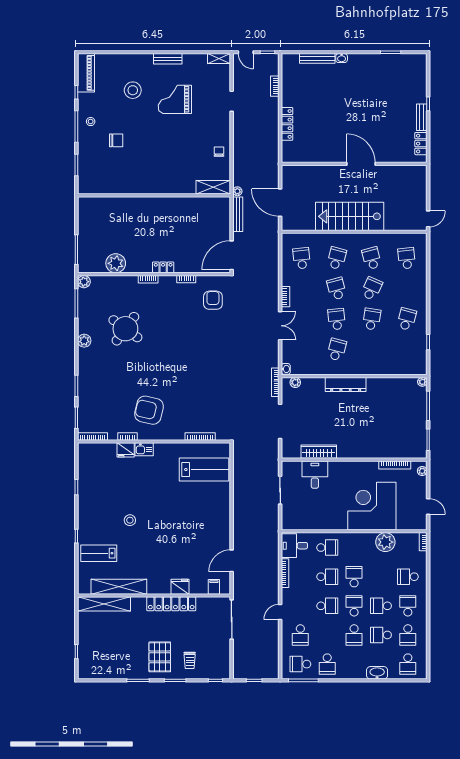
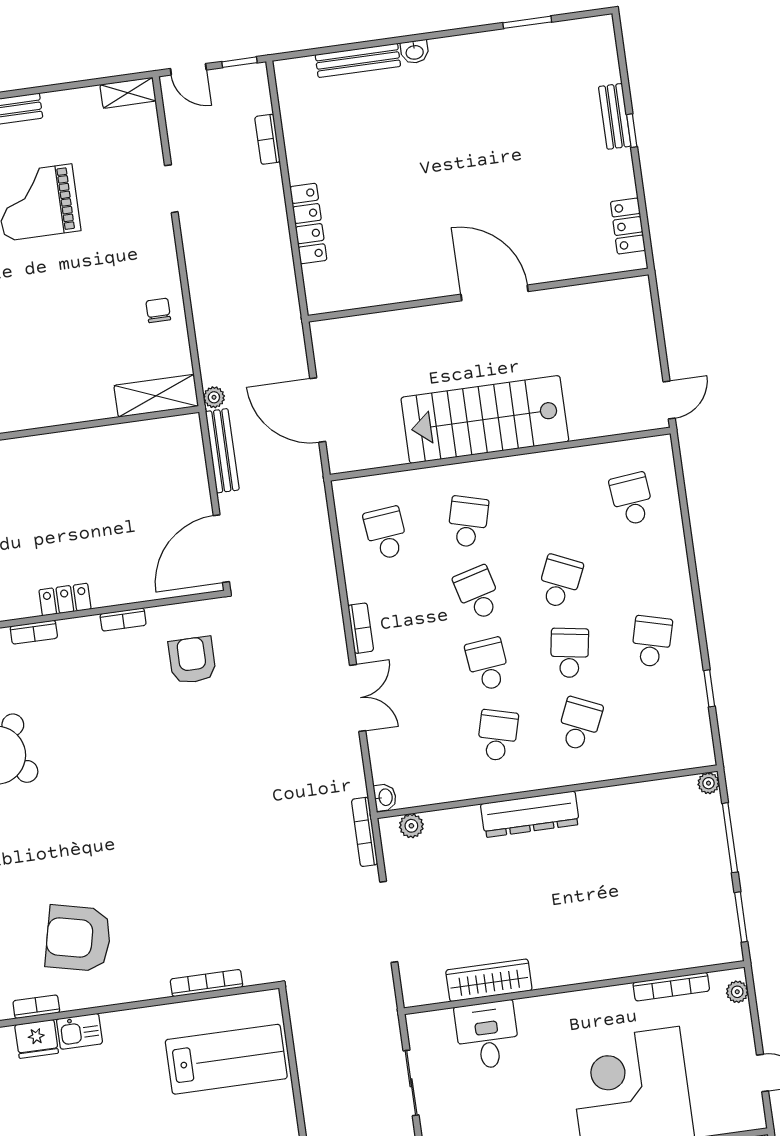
bench: (422, 117) -> (615, 116), moved
school desk: (372, 258) -> (579, 724), moved, turned 39

